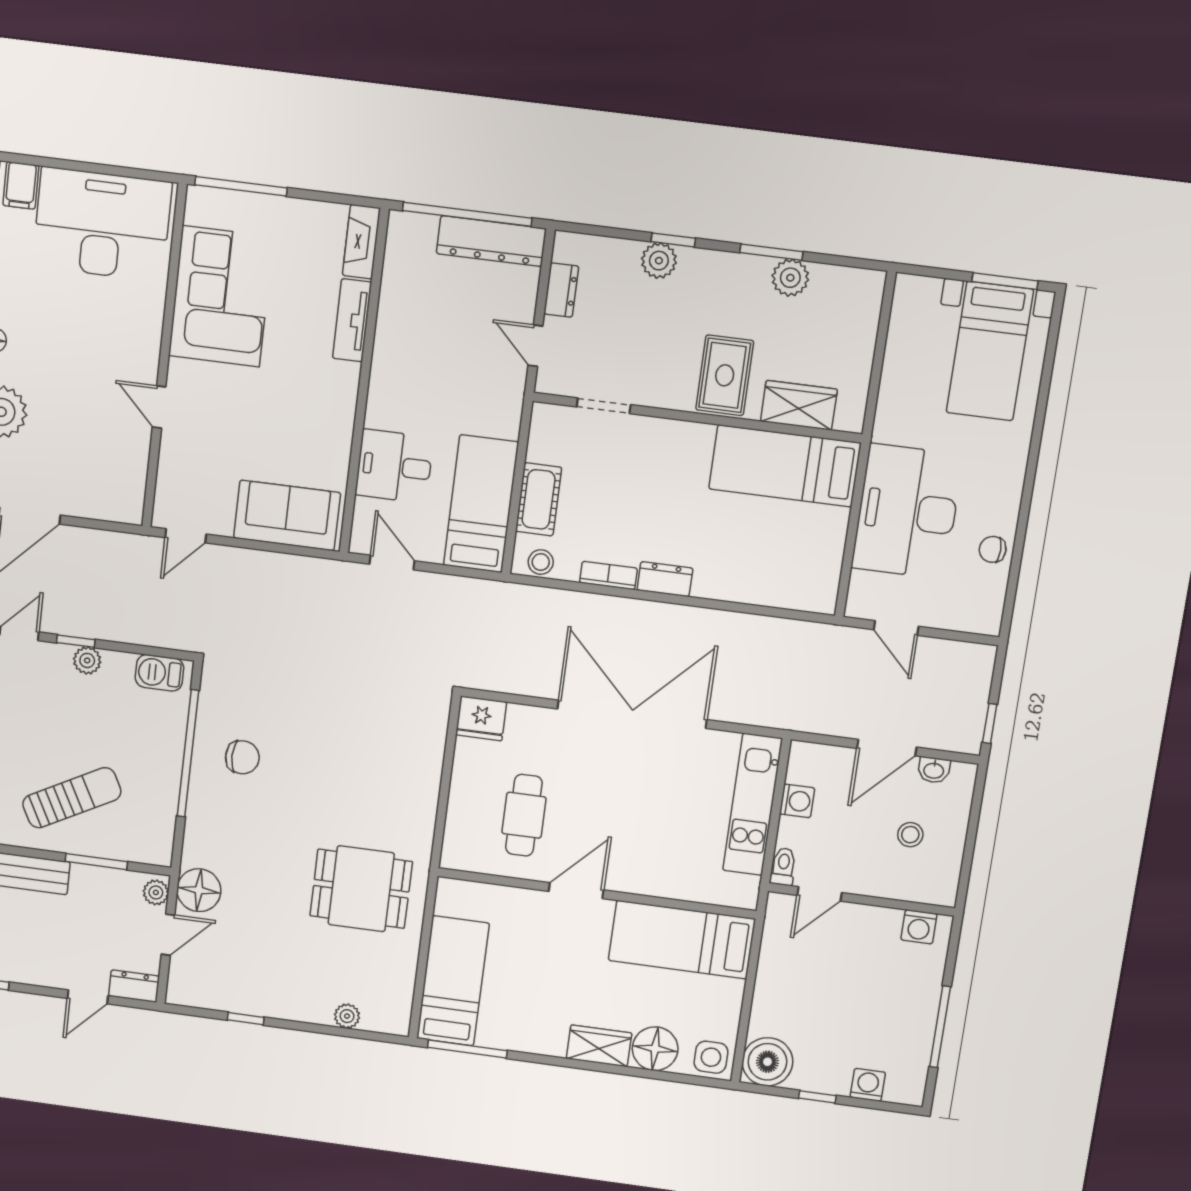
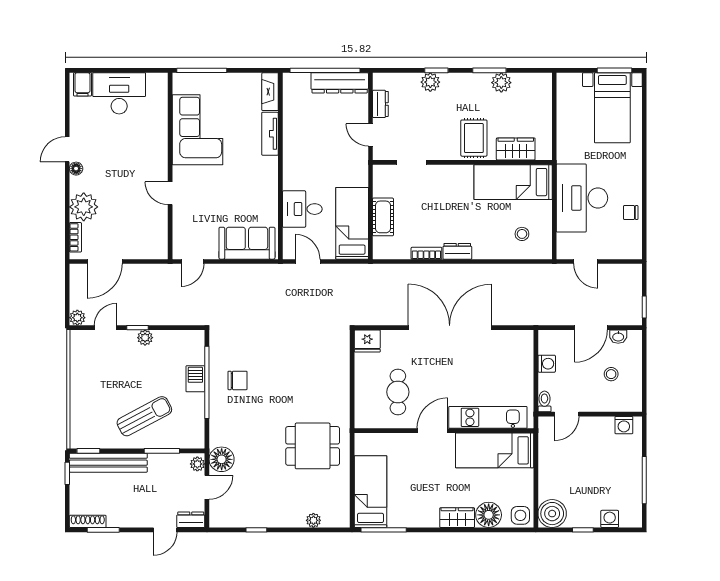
desk: (102, 224) -> (119, 93), width x0.73, depth x0.77
stool: (541, 562) -> (522, 234), moved
barbecue: (159, 673) -> (195, 379), moved, turned 90
kitchen unit: (753, 804) -> (488, 417), moved, turned 90

